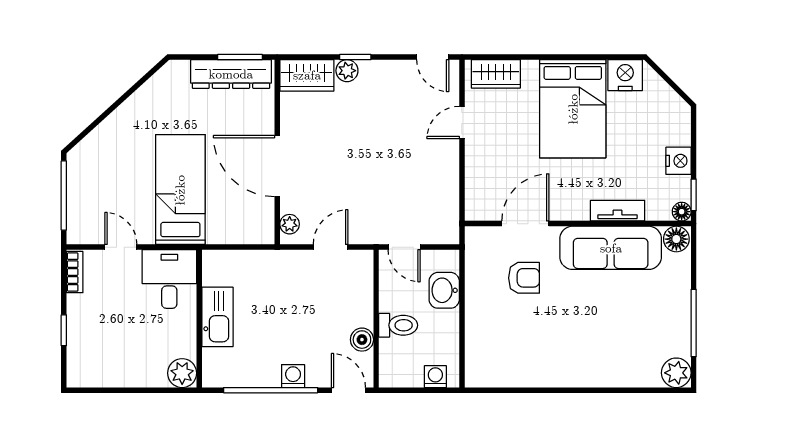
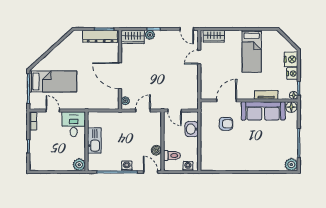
nightstand: (625, 75) -> (291, 59), moved, turned 90
bed: (573, 109) -> (252, 51), width x0.67
bed: (180, 190) -> (53, 81), moved, turned 90
toilet: (398, 325) -> (172, 156), moved

